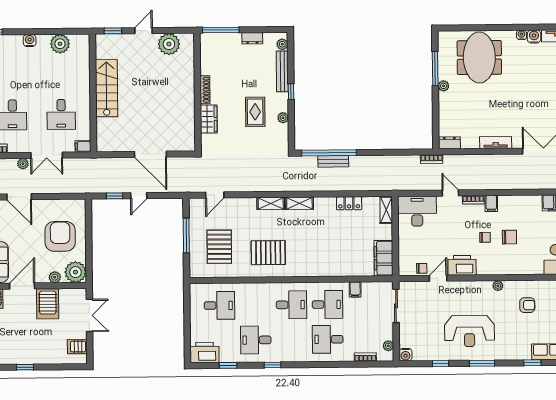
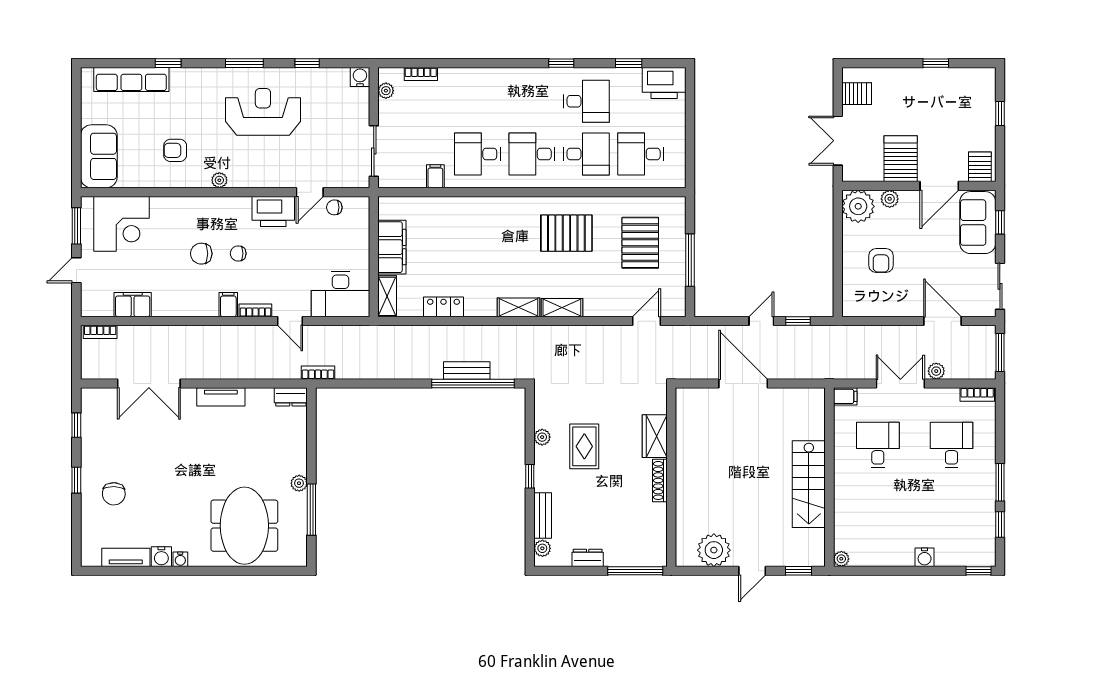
plant: (60, 44) -> (841, 559), moved, width x0.53, depth x0.53
bench: (282, 71) -> (543, 515), width x0.73
armchair: (60, 236) -> (881, 261), width x0.53, depth x0.53
filing cabinet: (384, 258) -> (392, 247), moved
desk: (328, 339) -> (586, 154), moved

